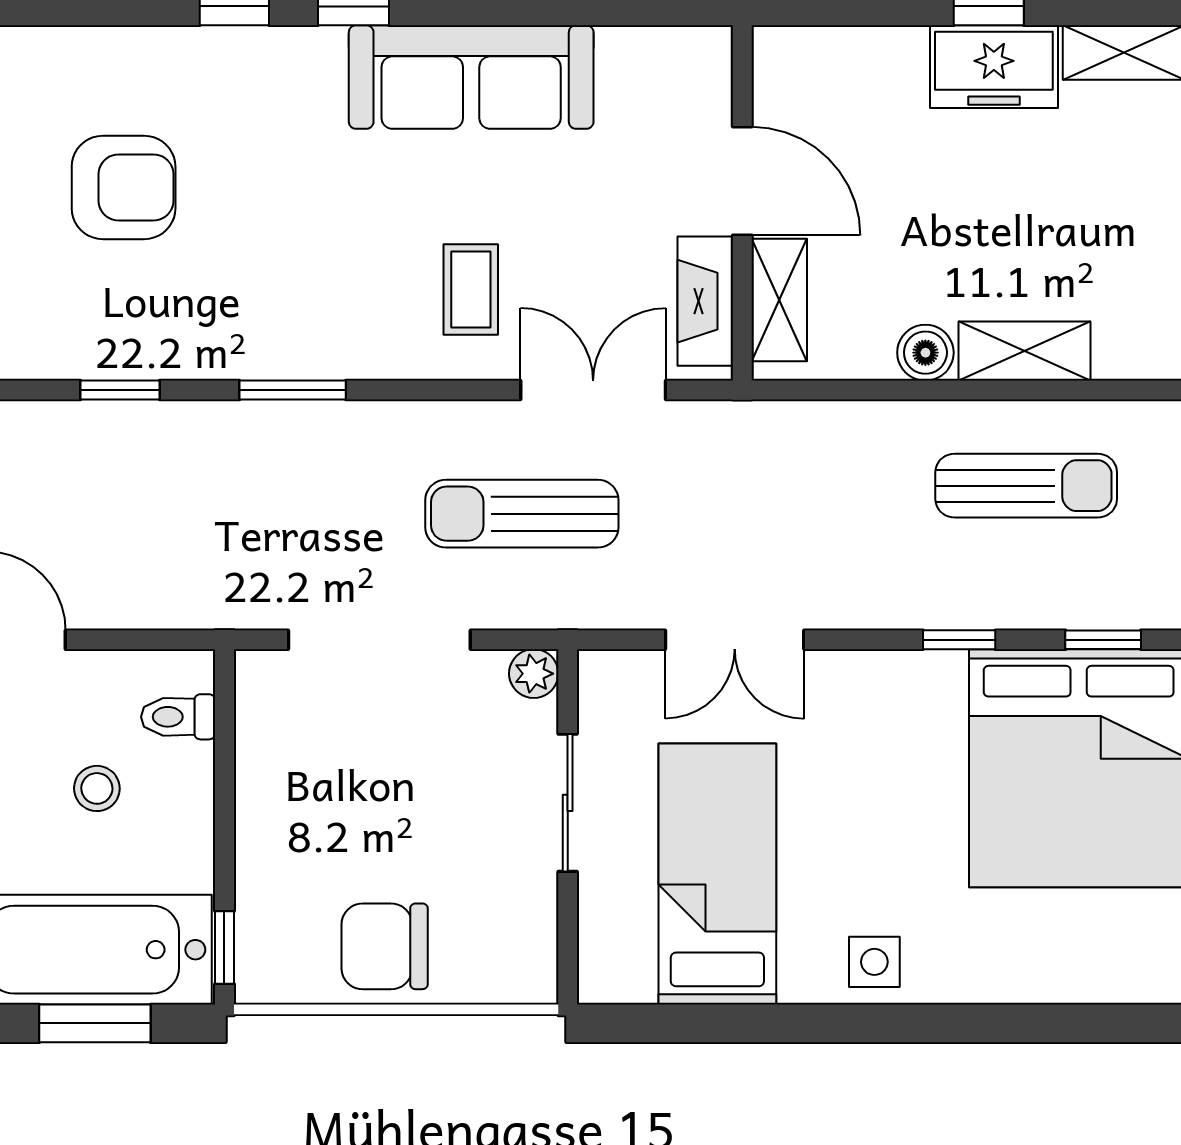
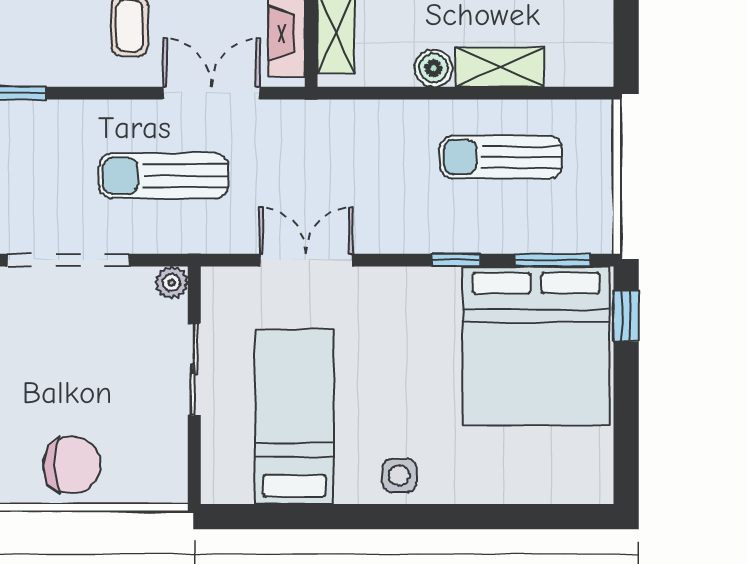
sun lounger: (1026, 486) -> (501, 157), turned 180
double door: (735, 640) -> (306, 260), swing flipped
window: (1103, 640) -> (552, 260), width x1.50
chair: (385, 946) -> (72, 465), turned 180

